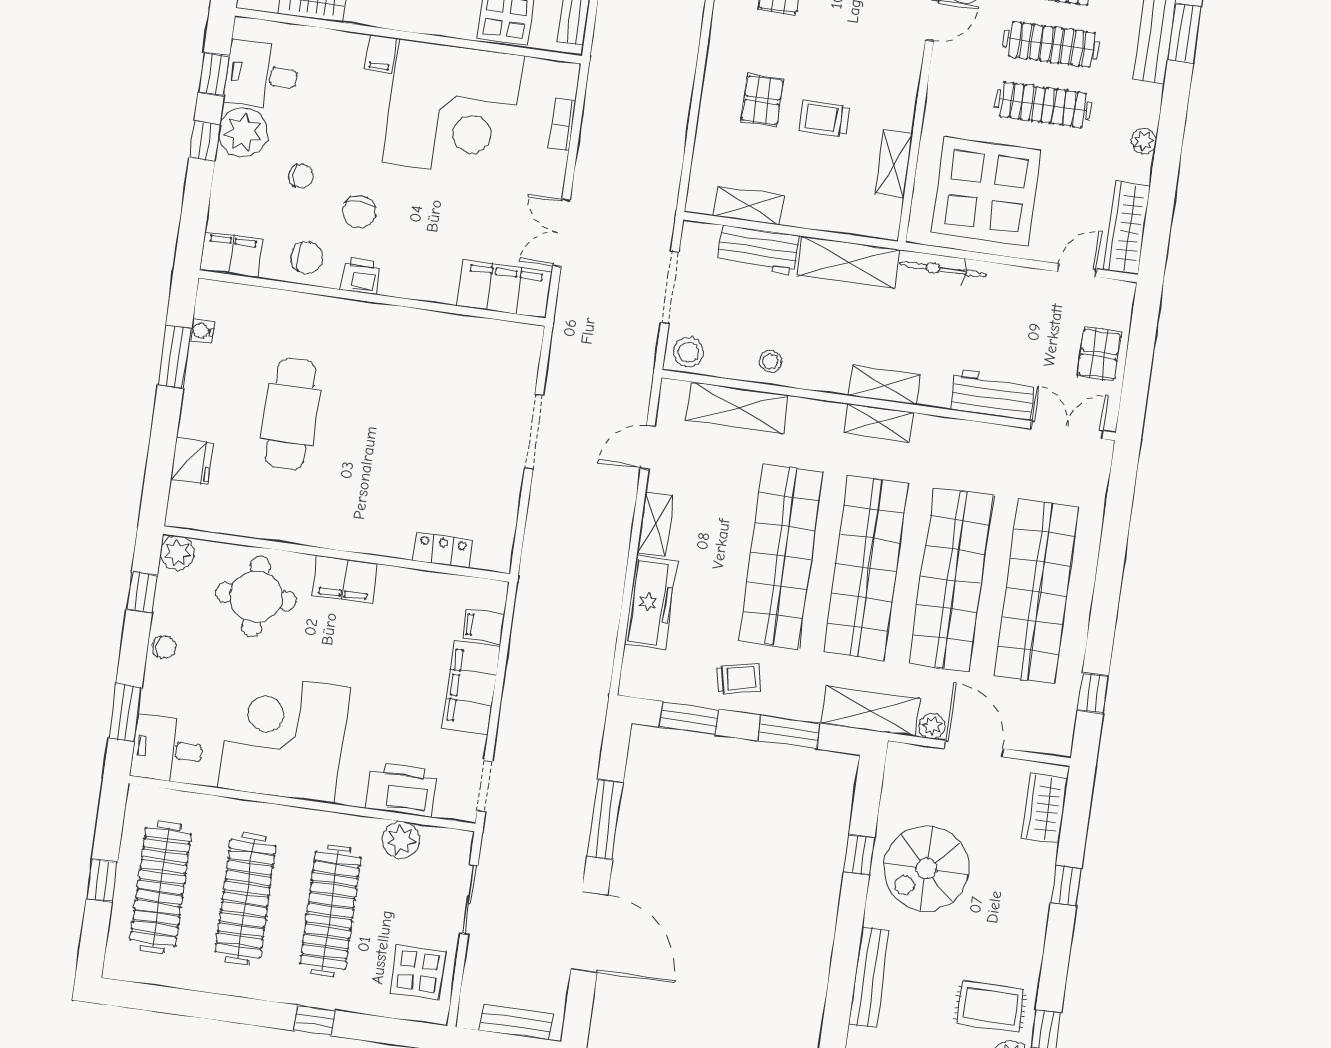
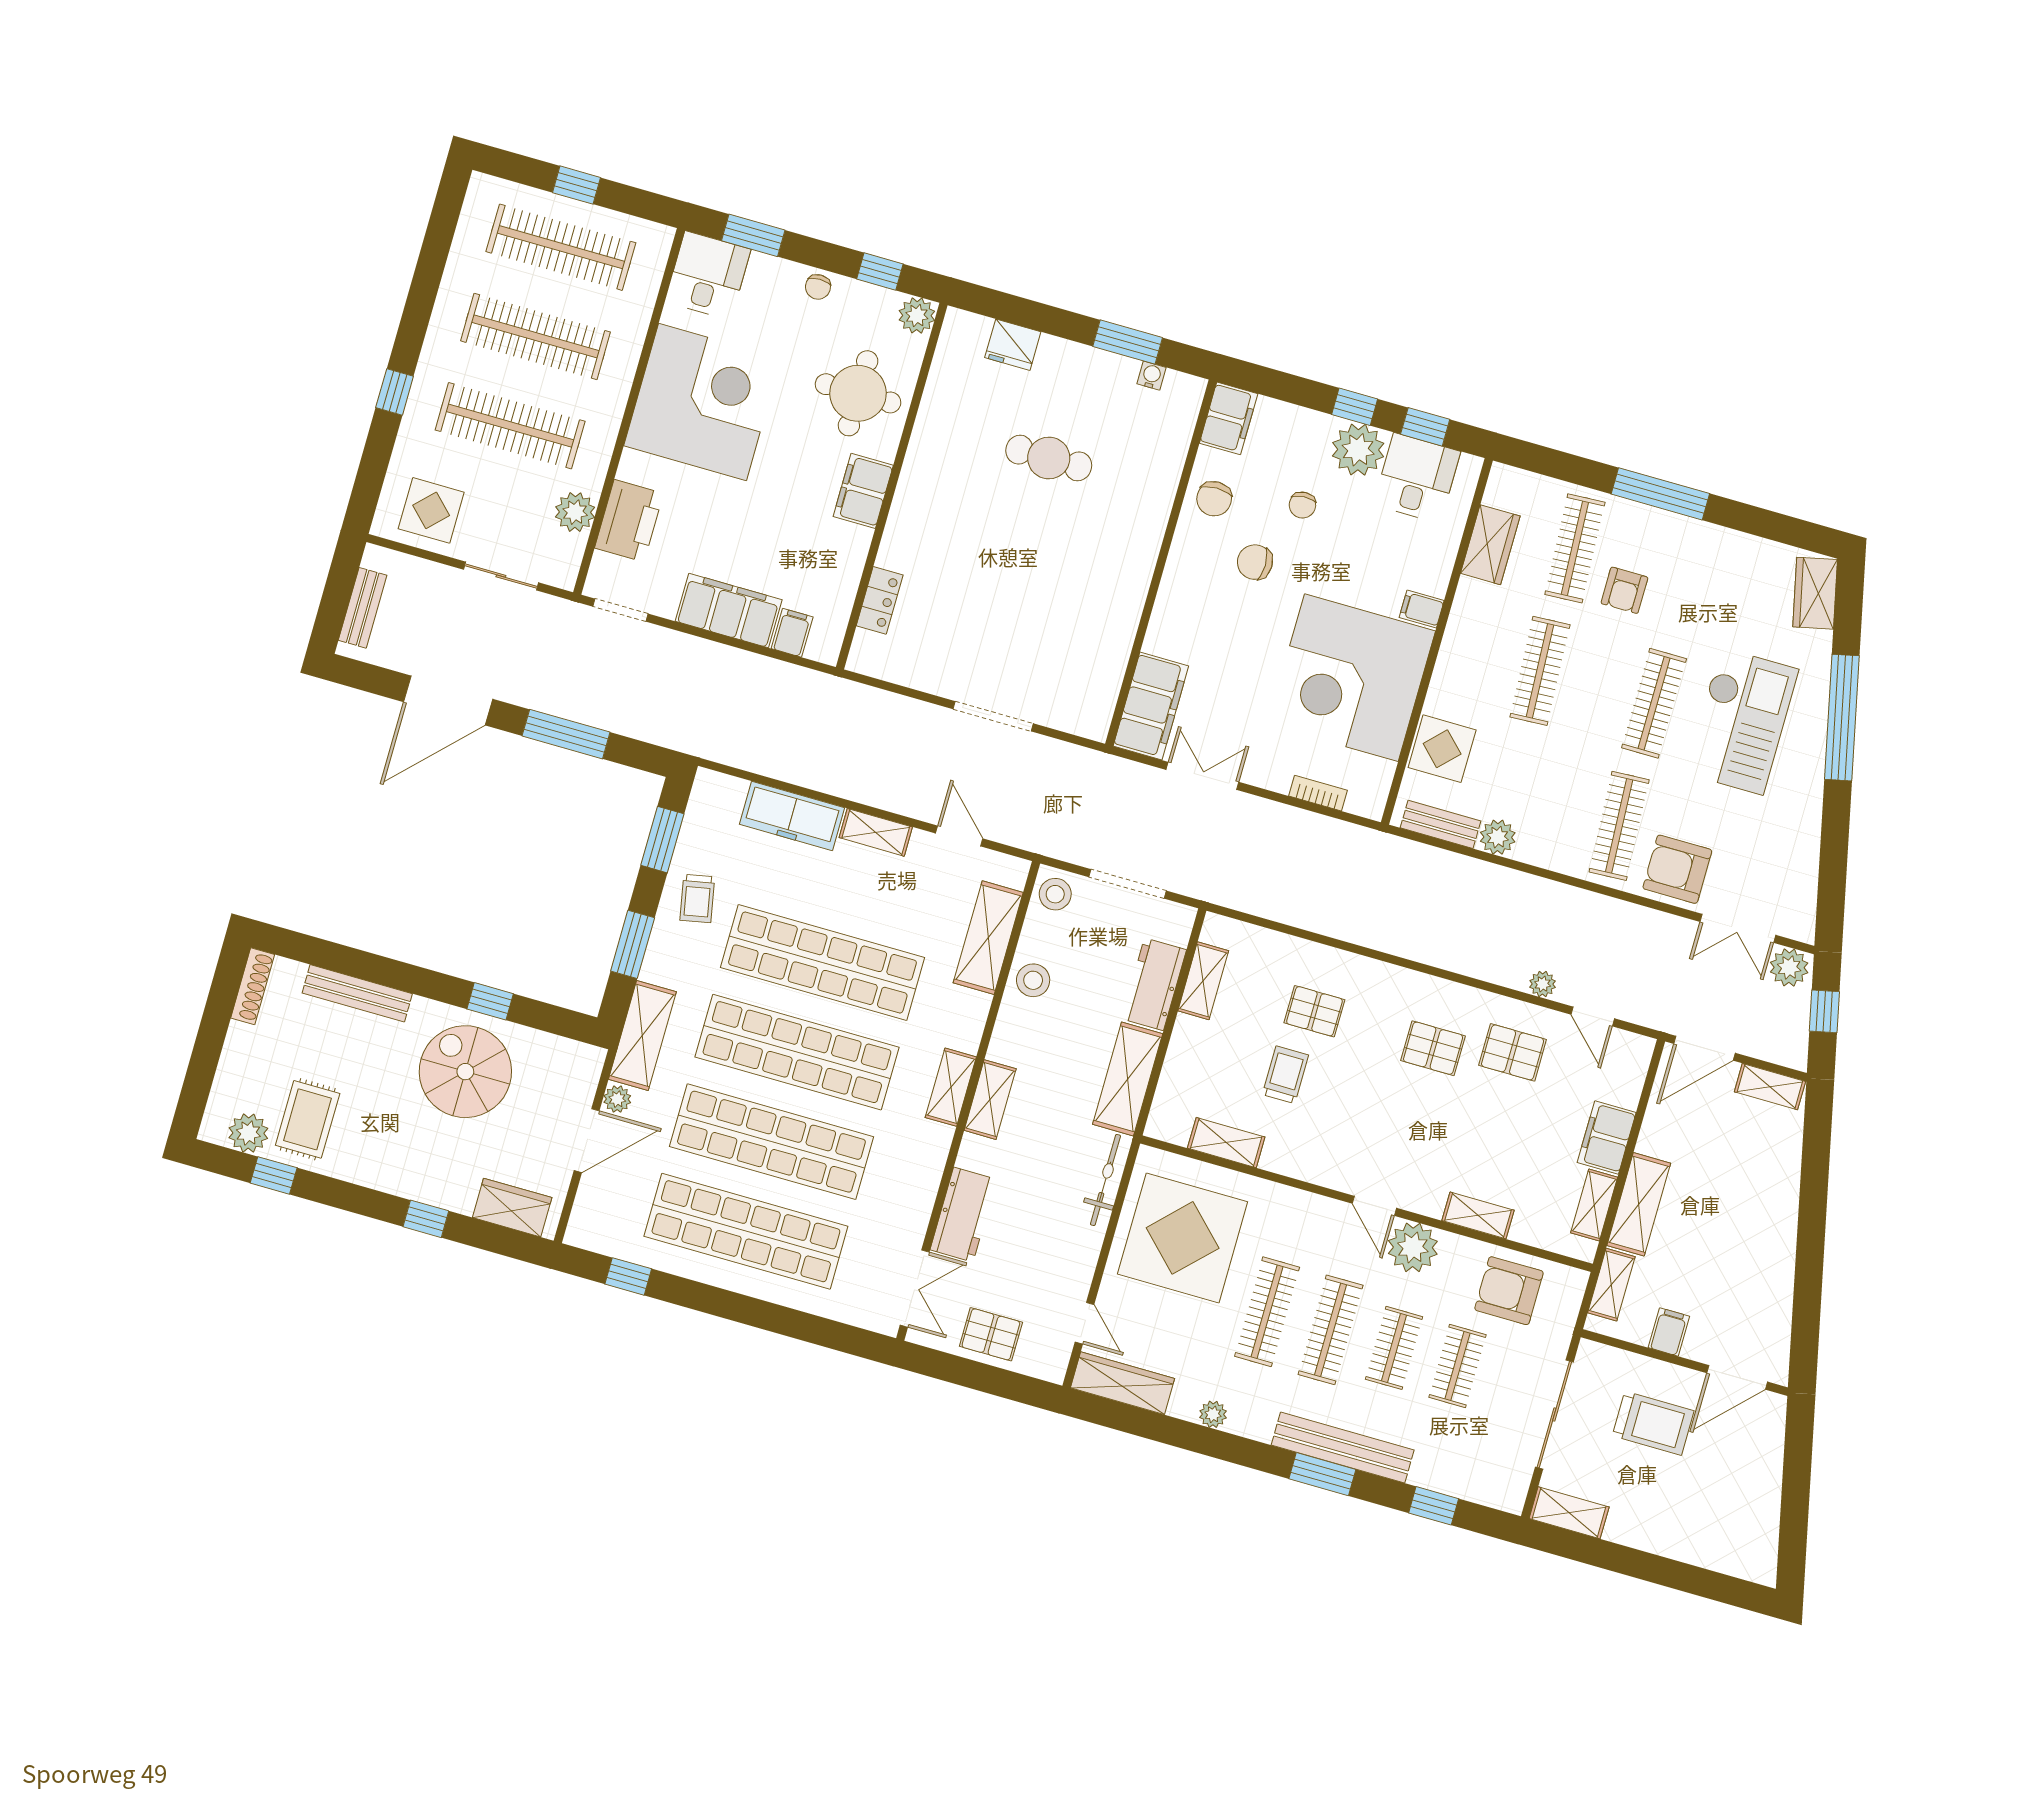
printer: (361, 276) -> (1187, 554), removed
stool: (770, 361) -> (1033, 980), width x1.37, depth x1.37
cafe table: (291, 414) -> (1049, 458), width x0.73, depth x0.74

